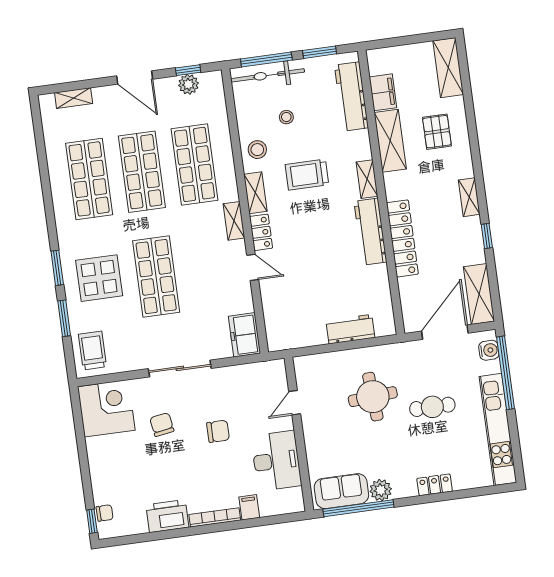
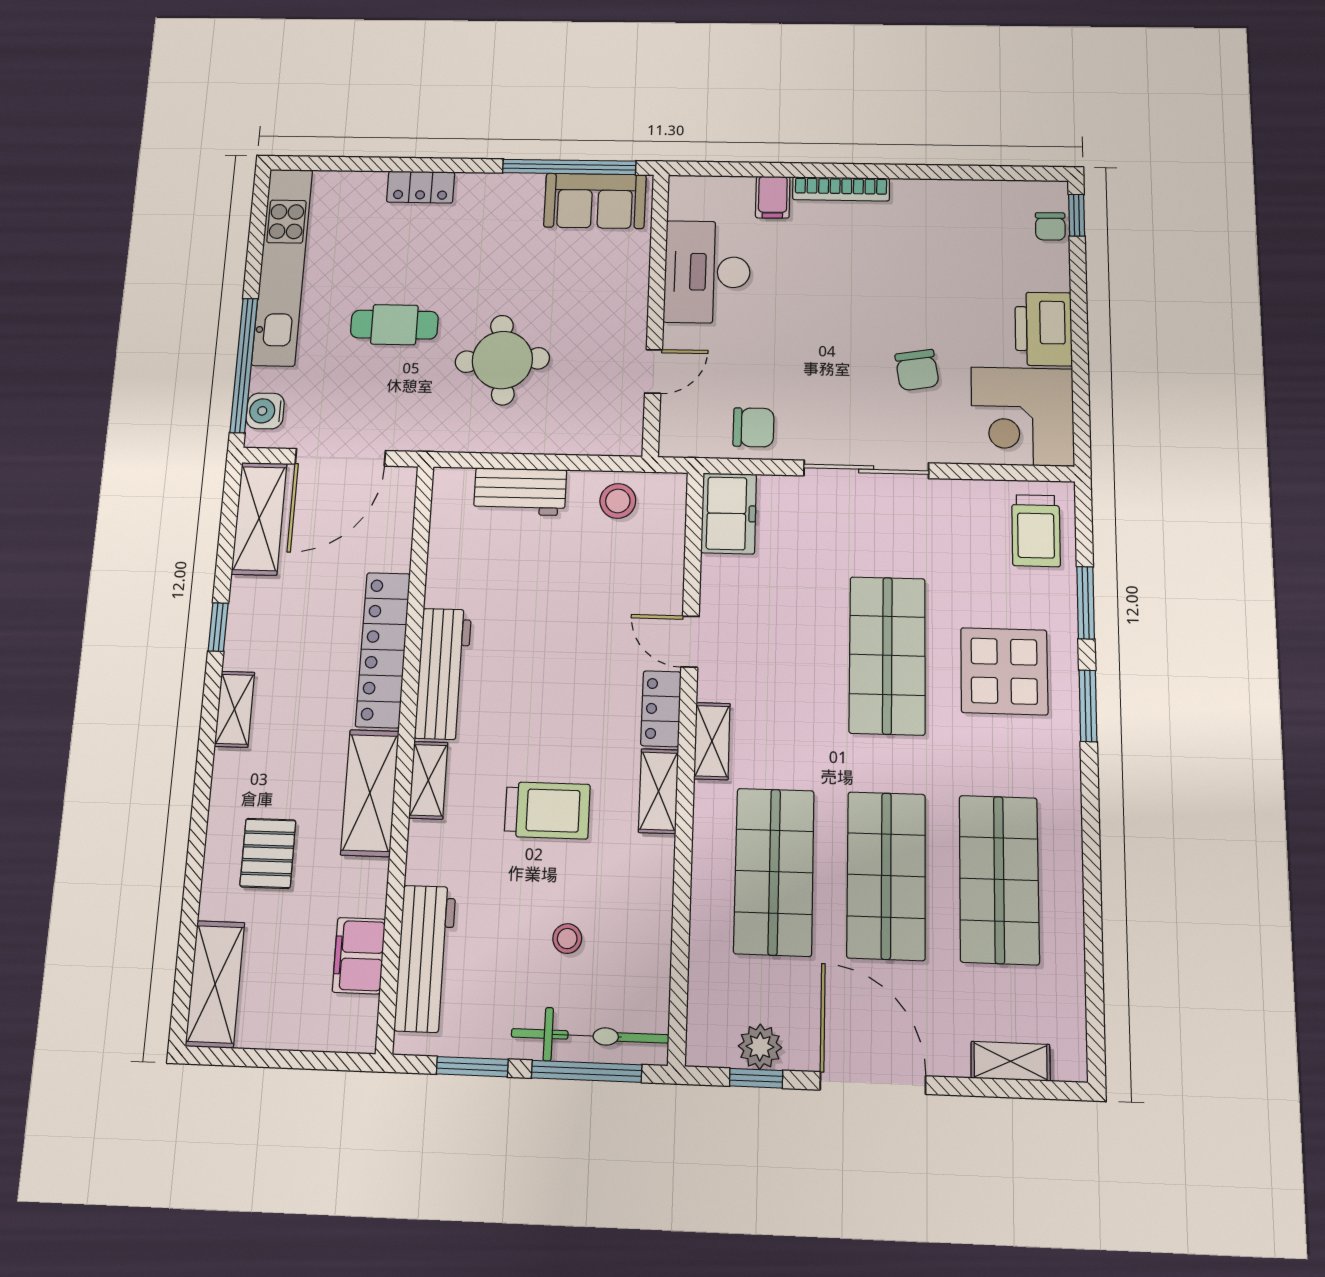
door: (135, 77) -> (873, 1083), width x1.36
shelving: (390, 141) -> (370, 793), moved
stool: (257, 150) -> (618, 501), moved
chair: (218, 431) -> (753, 427), moved, turned 180
plant: (381, 490) -> (522, 192), removed
chair: (105, 513) -> (1050, 226), turned -90
printer: (167, 516) -> (1044, 329), moved, turned 90

